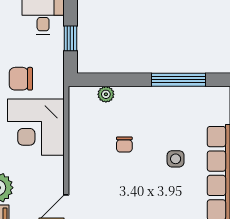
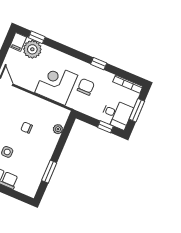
window: (70, 38) -> (105, 127), moved
window: (178, 80) -> (49, 172), width x0.69

